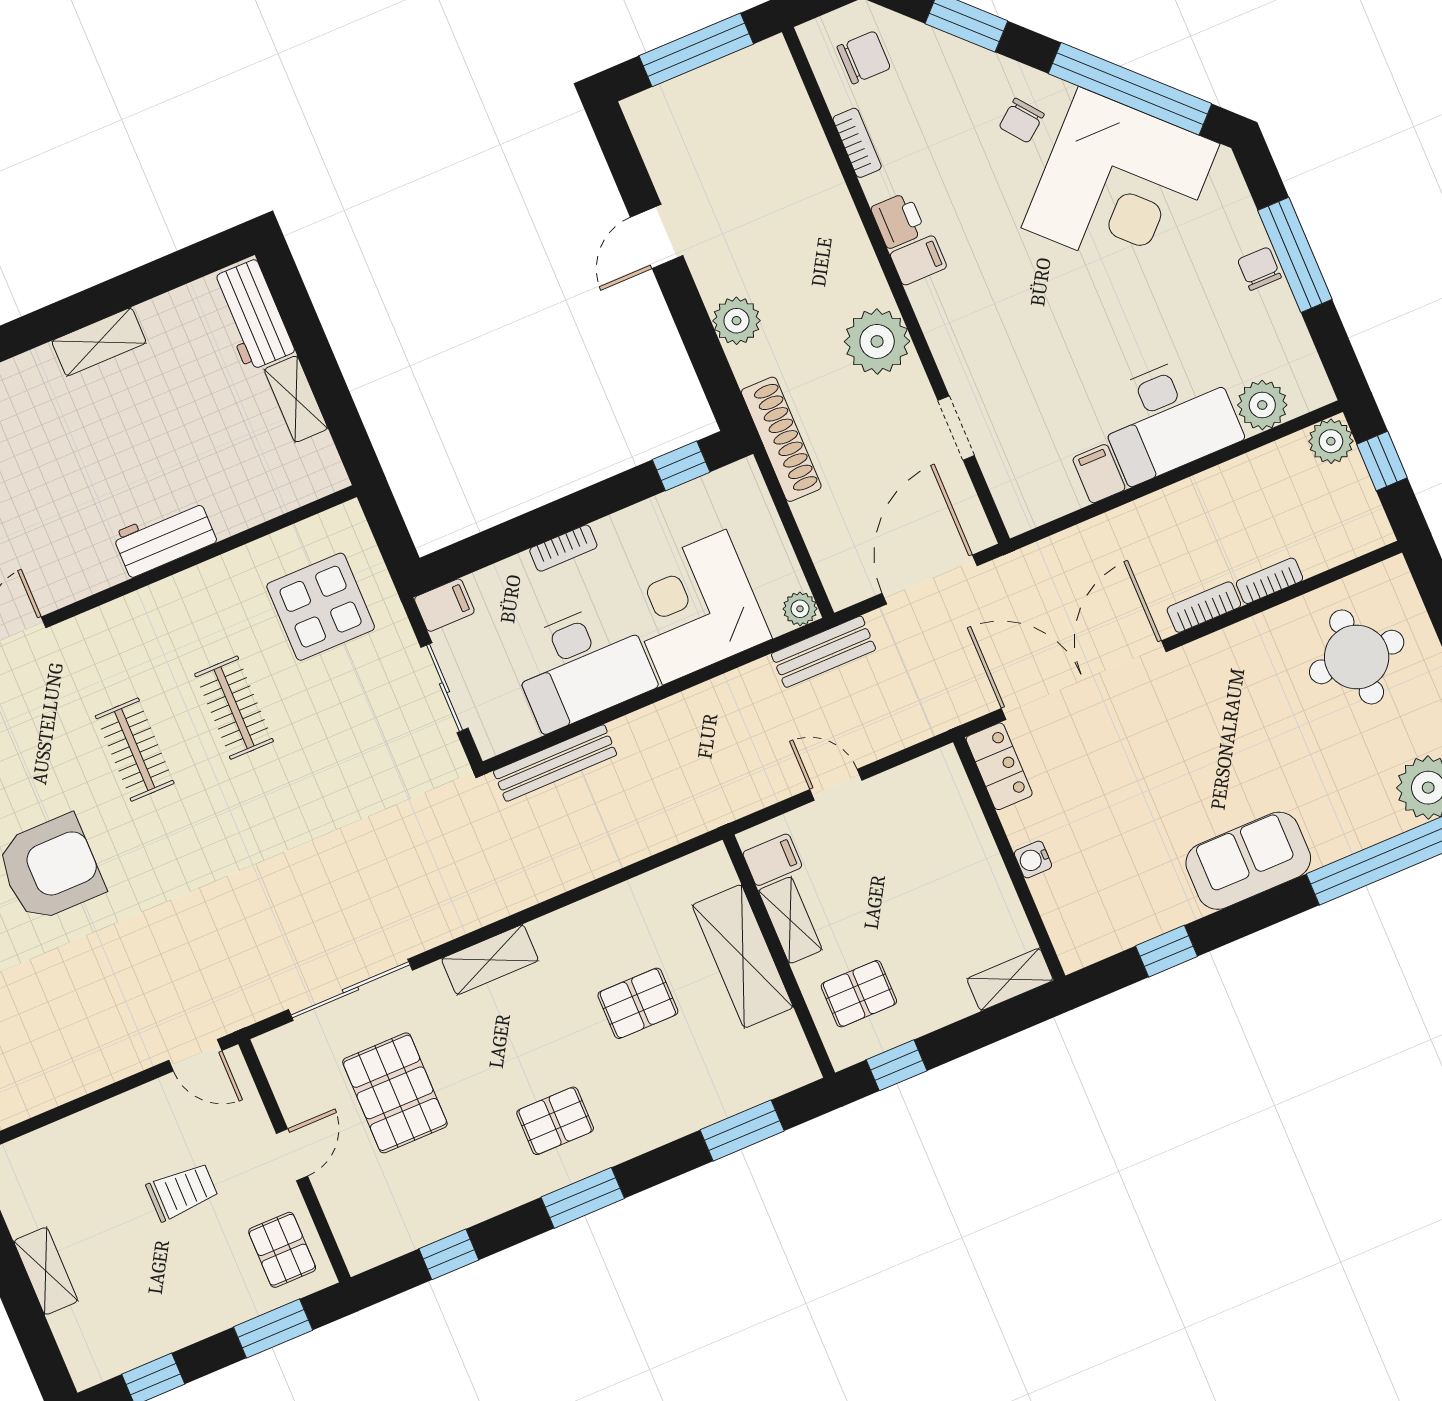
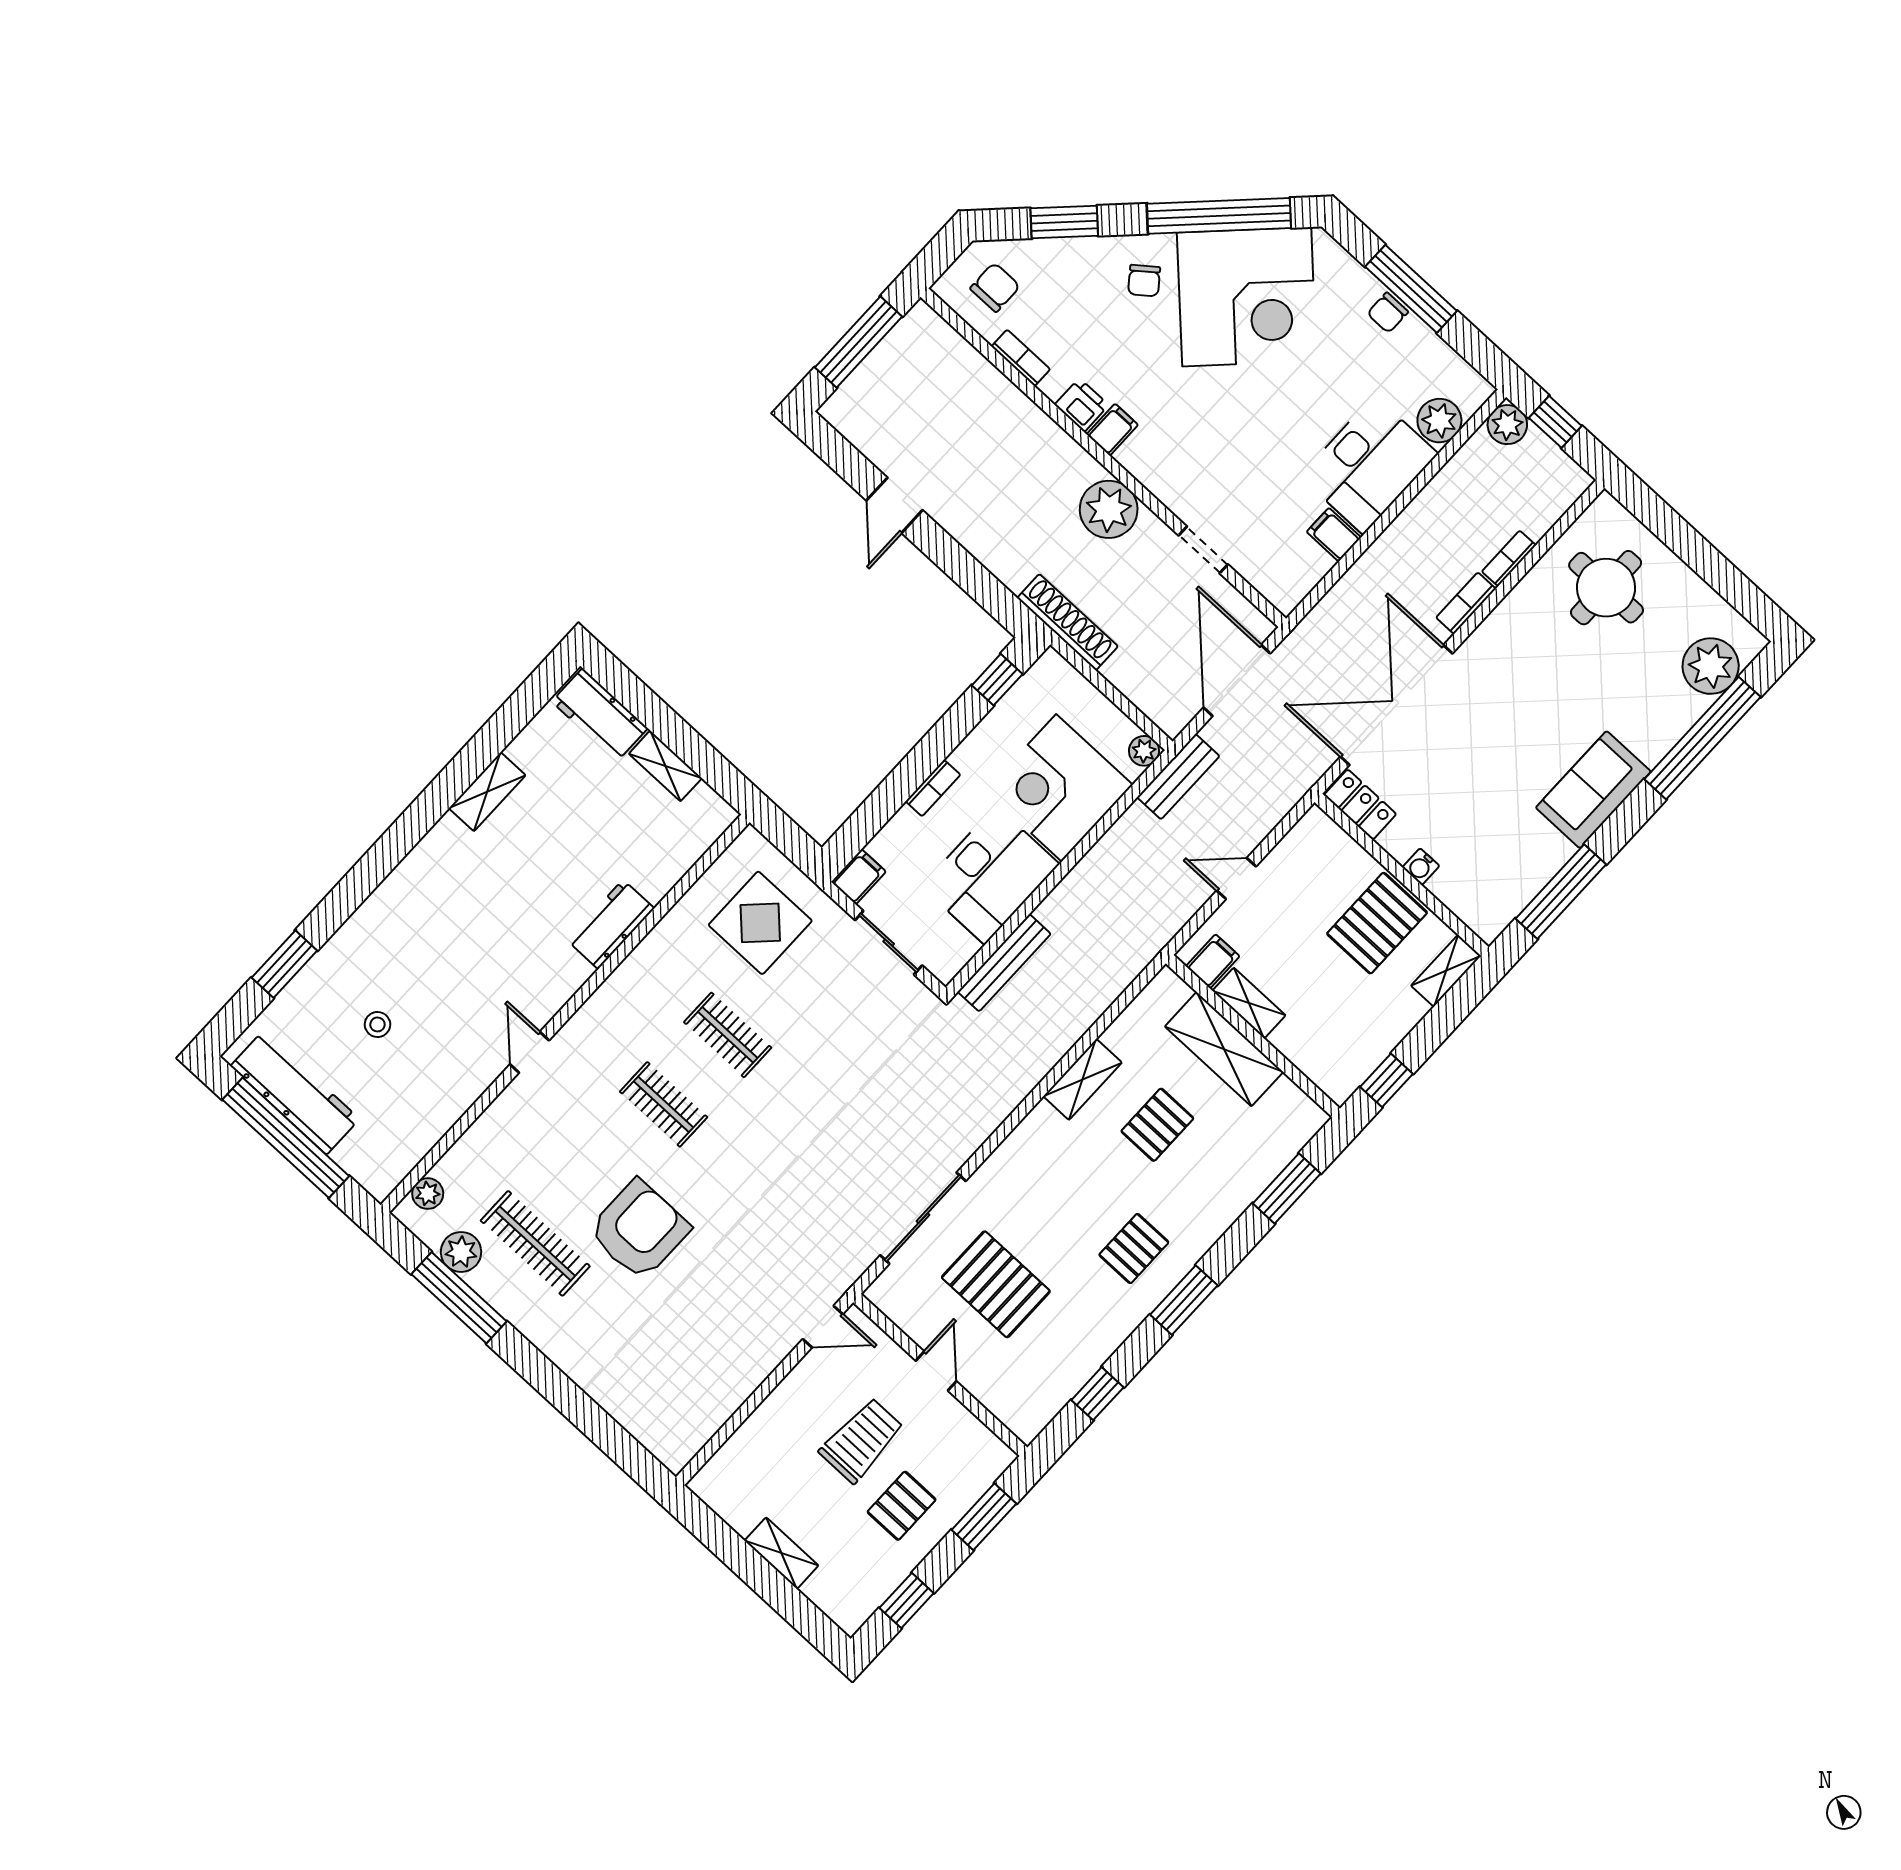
chair: (1259, 269) -> (1388, 313), turned -90
plant: (736, 321) -> (989, 544), removed
window: (1167, 951) -> (1561, 892), width x2.17
shelving: (490, 960) -> (1083, 1079), moved
pallet: (859, 994) -> (1377, 923), moved, width x1.50, depth x1.42
trolley: (182, 1192) -> (862, 1440), width x1.36, depth x1.39
pallet: (282, 1250) -> (902, 1506), moved, turned 90

